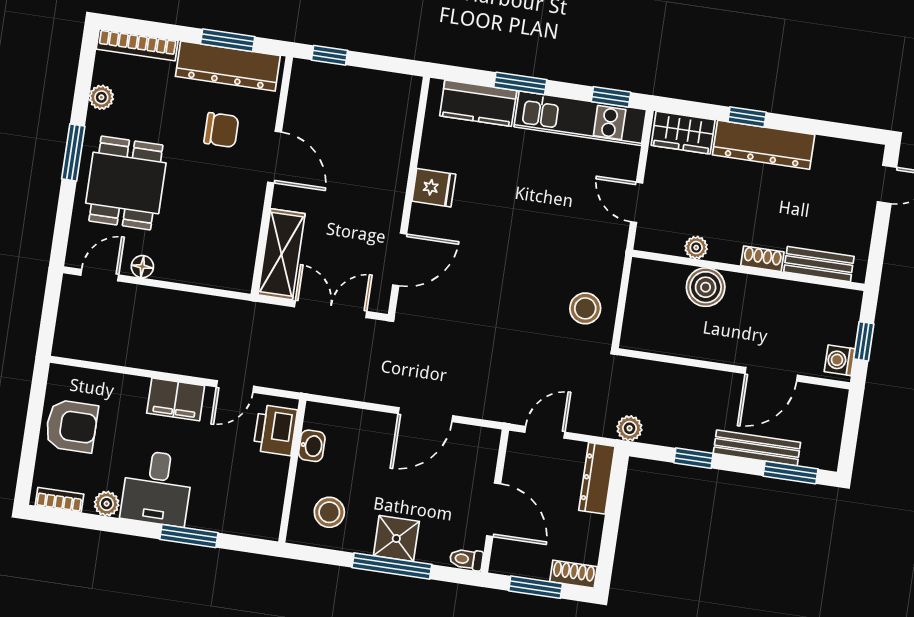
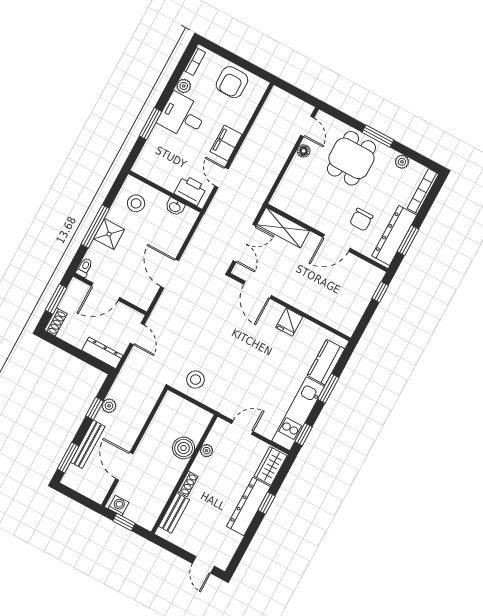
dining table: (126, 183) -> (351, 158), turned 90
plant: (630, 428) -> (109, 406), moved

